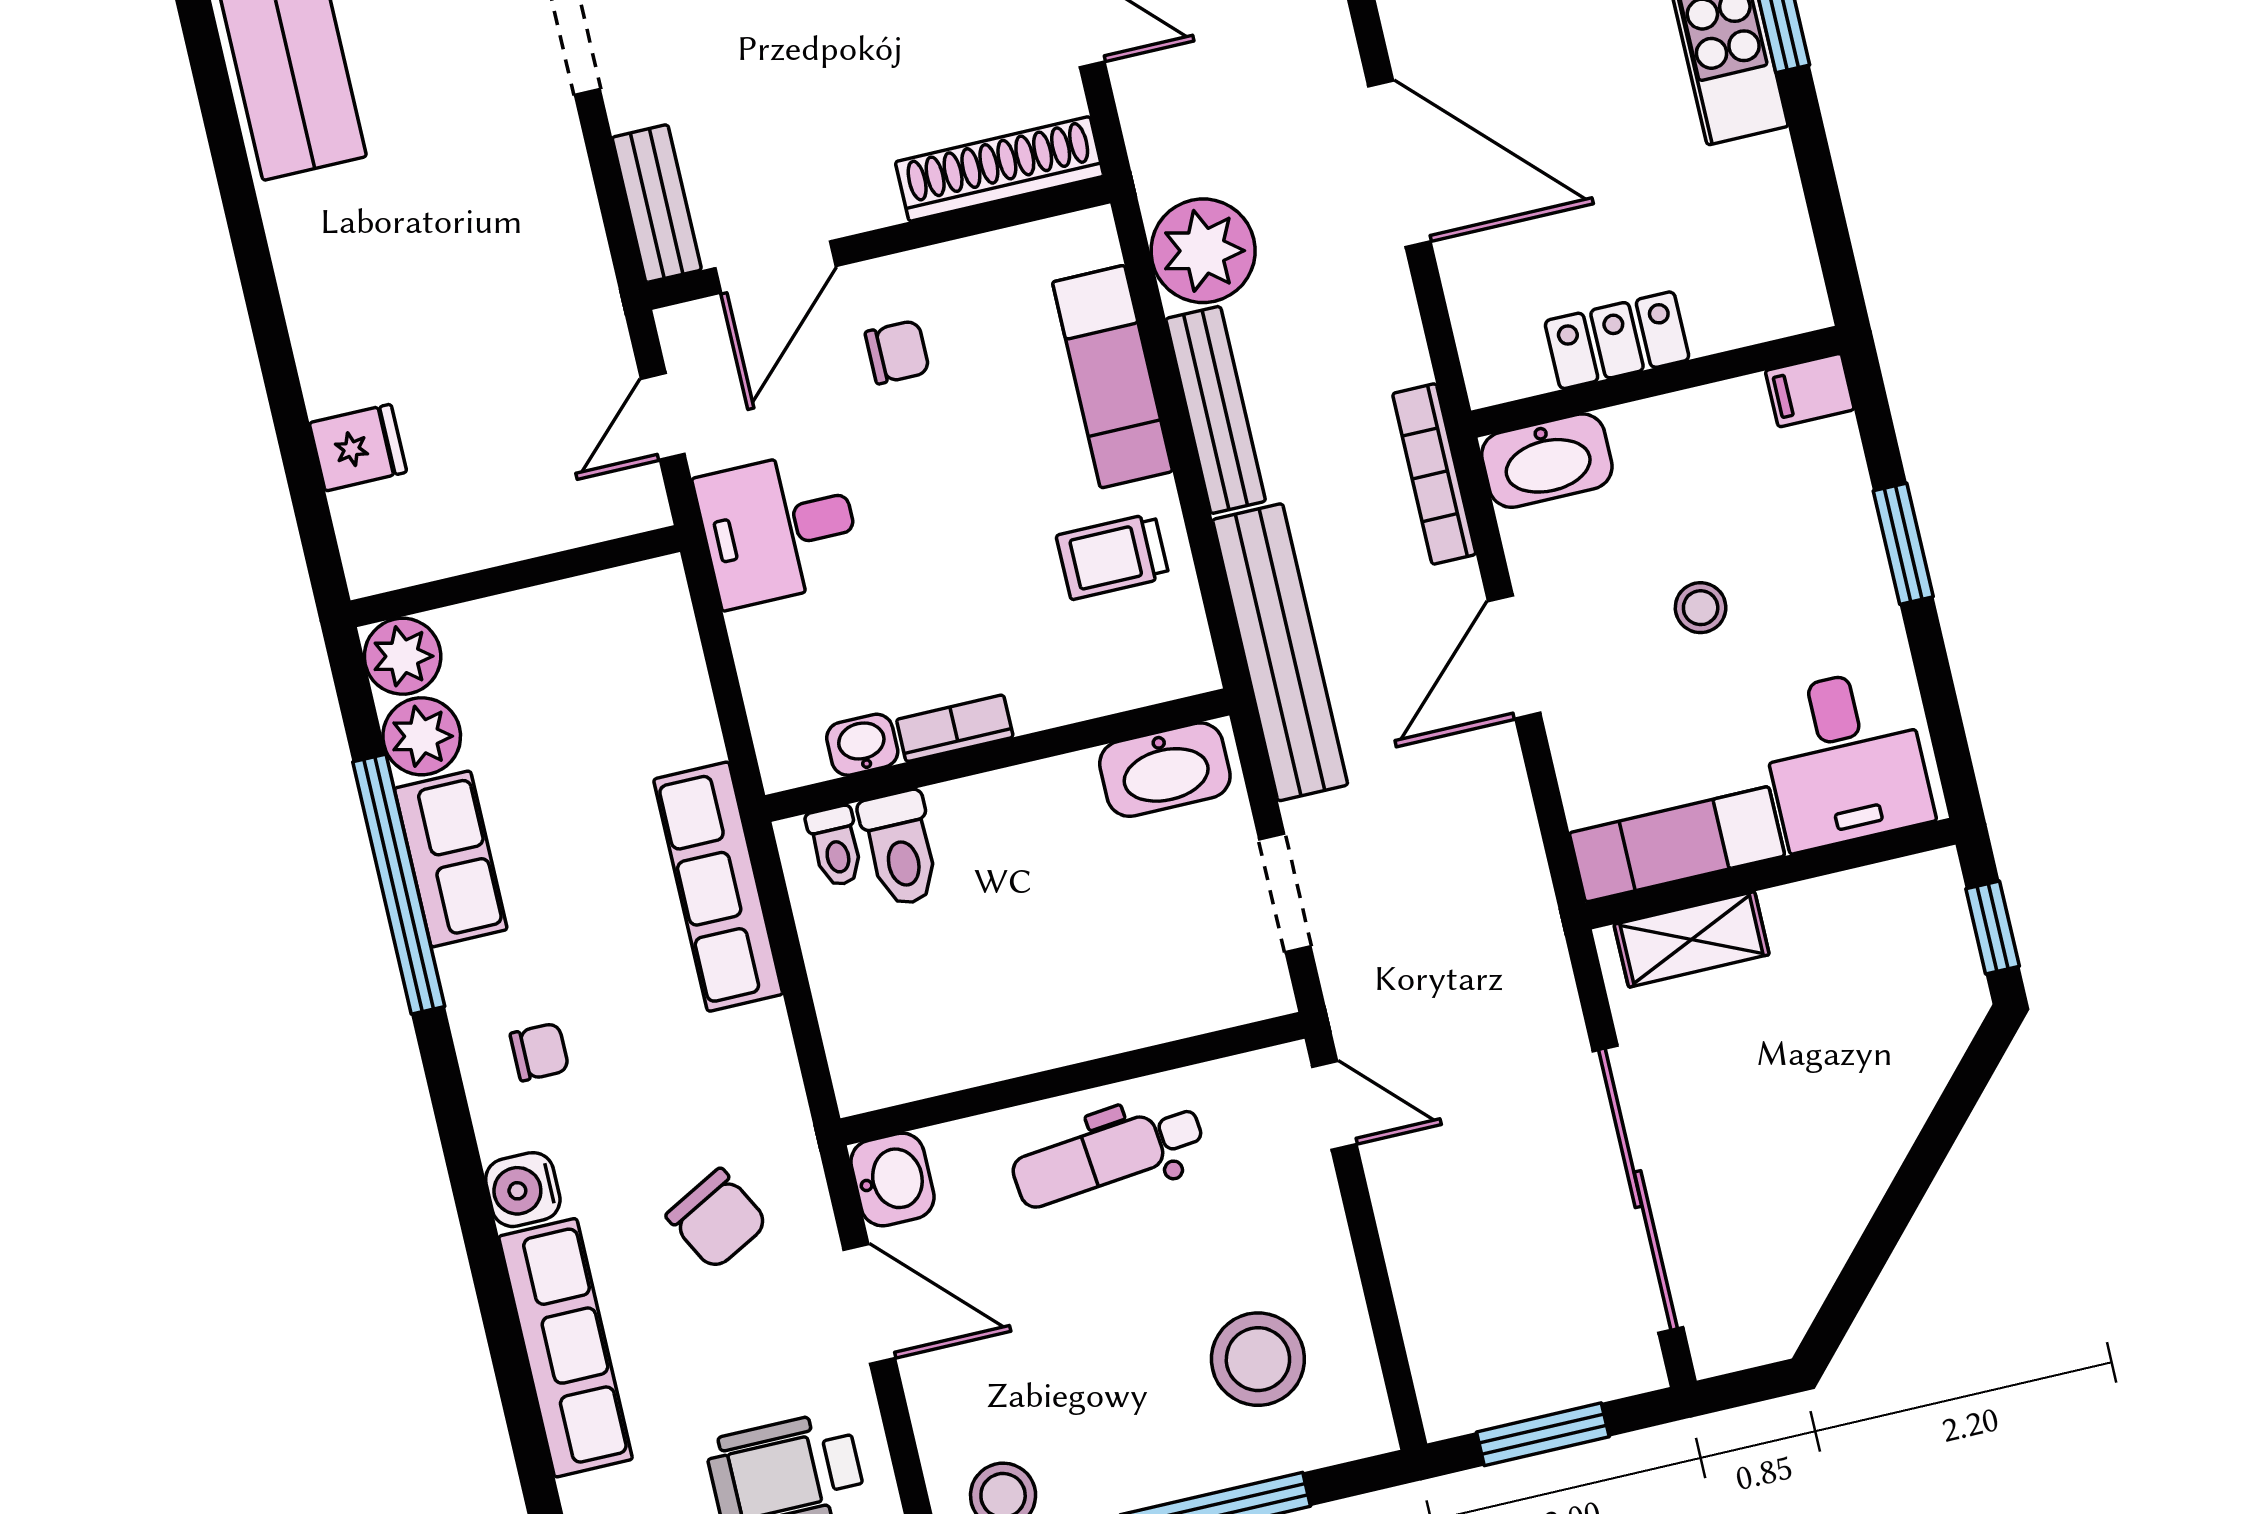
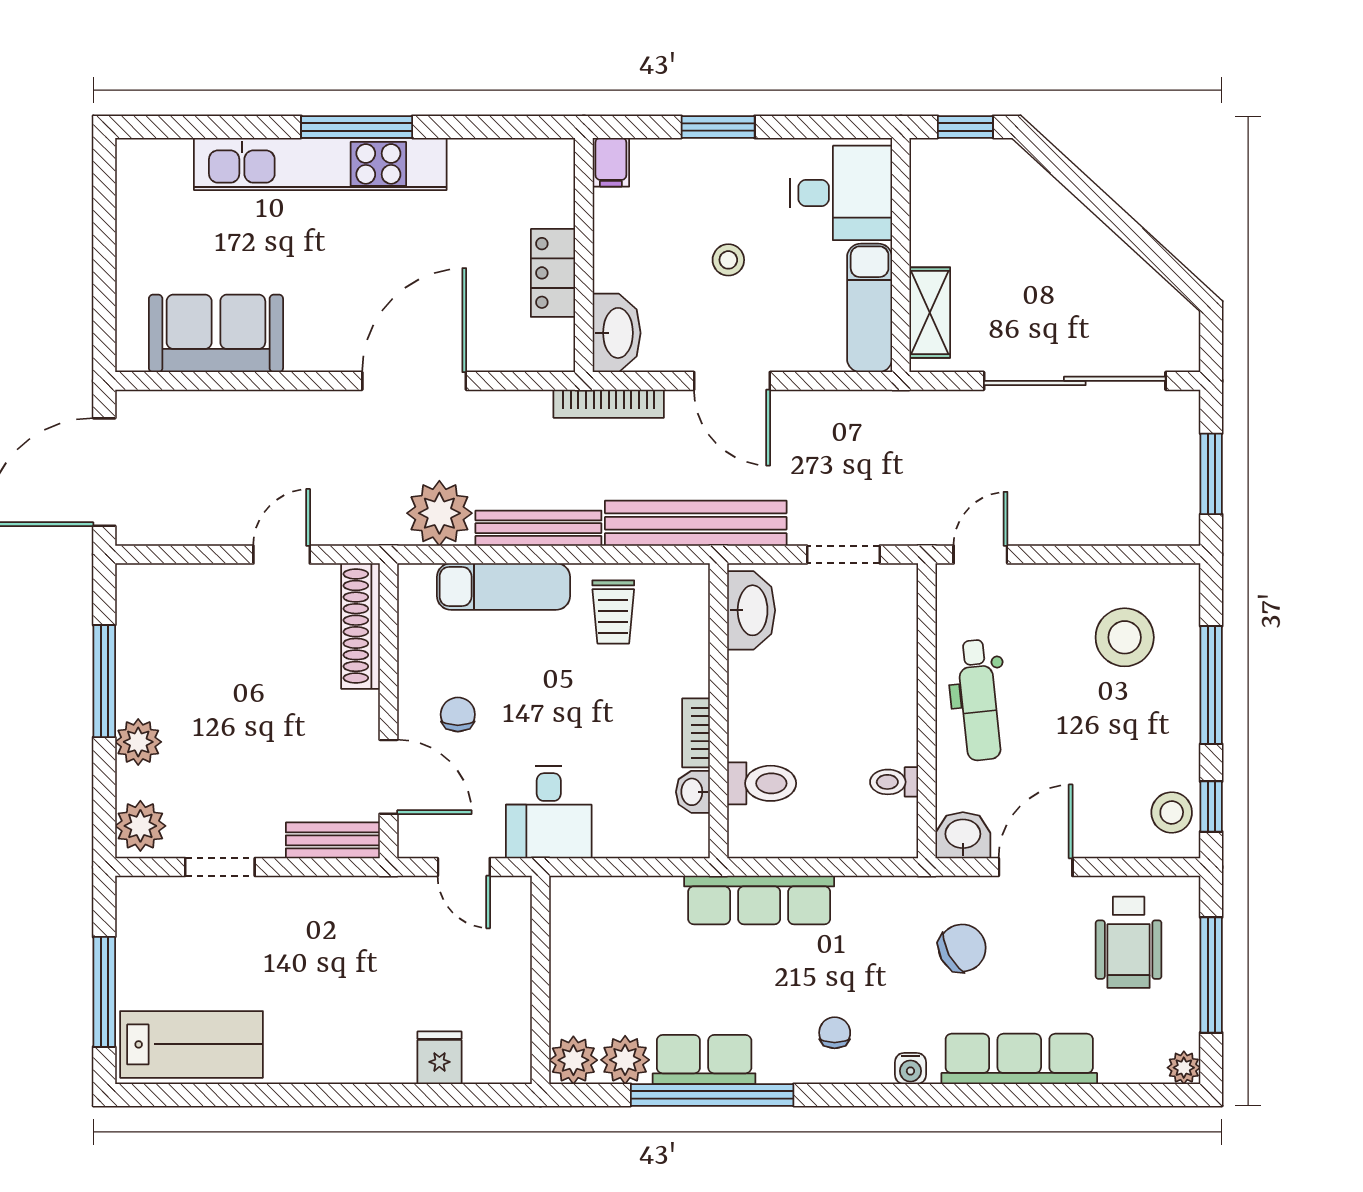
toilet: (836, 846) -> (894, 782), moved, turned 180
water cooler: (523, 1190) -> (910, 1068), width x0.72, depth x0.72

